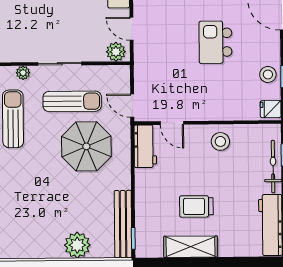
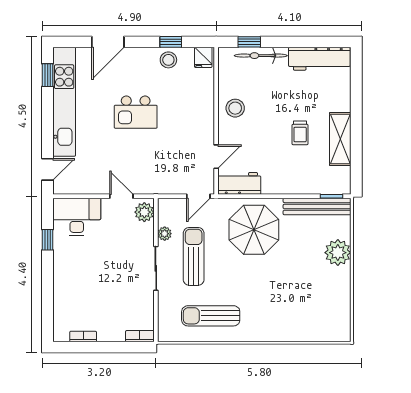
door: (131, 29) -> (121, 196), swing flipped
plant: (23, 73) -> (165, 234), moved
parasol: (86, 146) -> (254, 230), moved
trolley: (196, 206) -> (300, 133), width x0.73, depth x0.72

